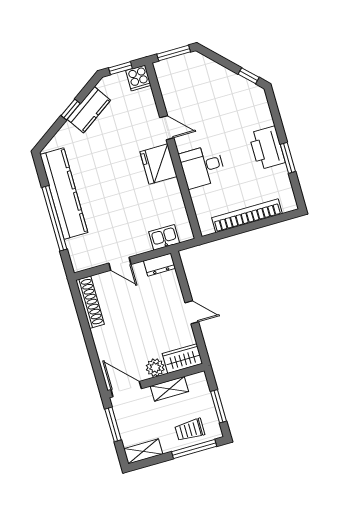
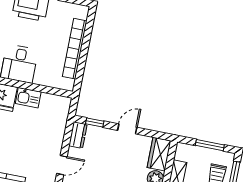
kitchen sink: (164, 237) -> (28, 98), moved, turned -90
window: (181, 275) -> (95, 123), added

